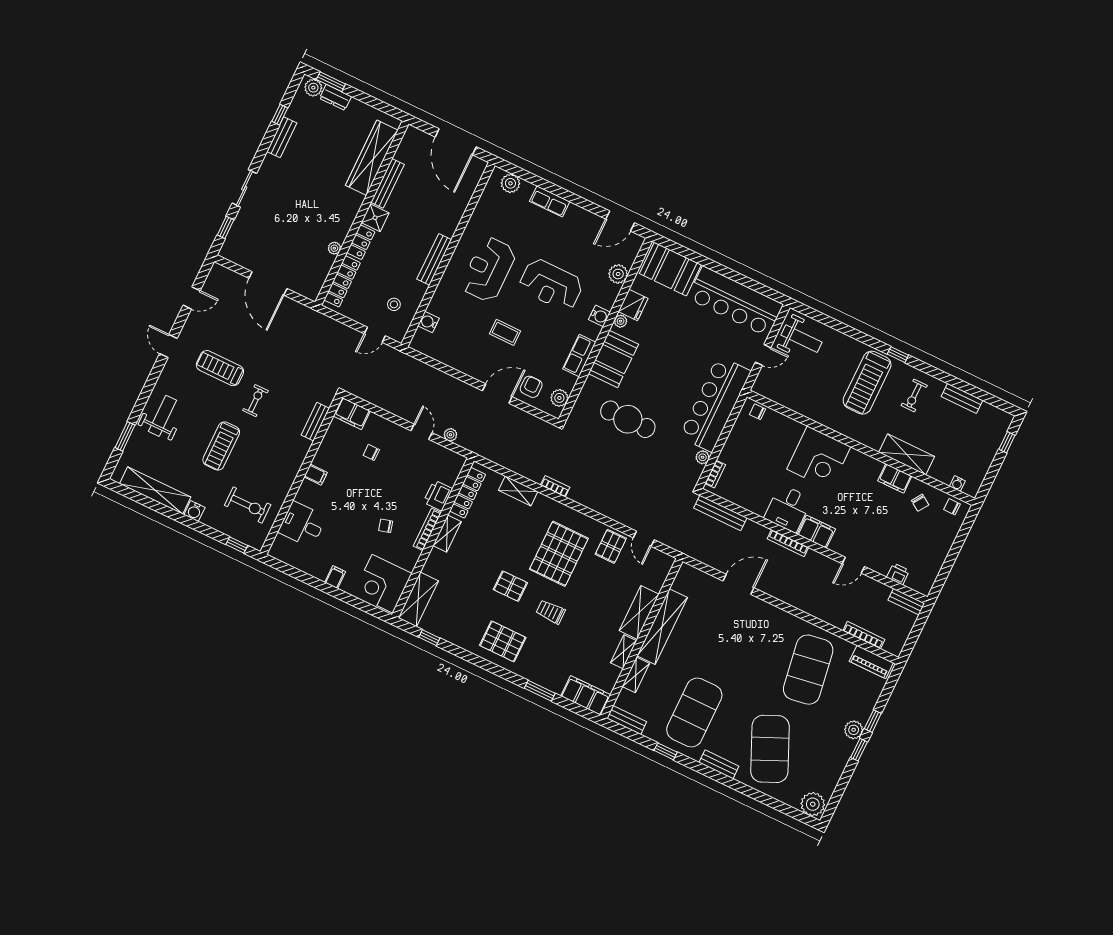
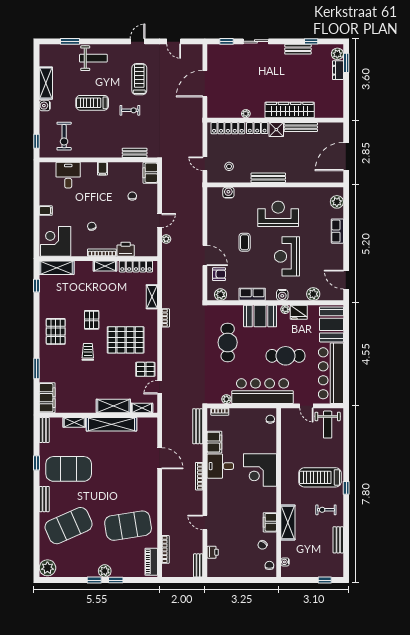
wardrobe: (372, 158) -> (290, 110), moved
cafe table: (683, 351) -> (286, 356), added
shelving: (155, 490) -> (46, 83), width x0.68
filing cabinet: (816, 532) -> (214, 442), moved
shelving: (624, 652) -> (142, 408), moved

